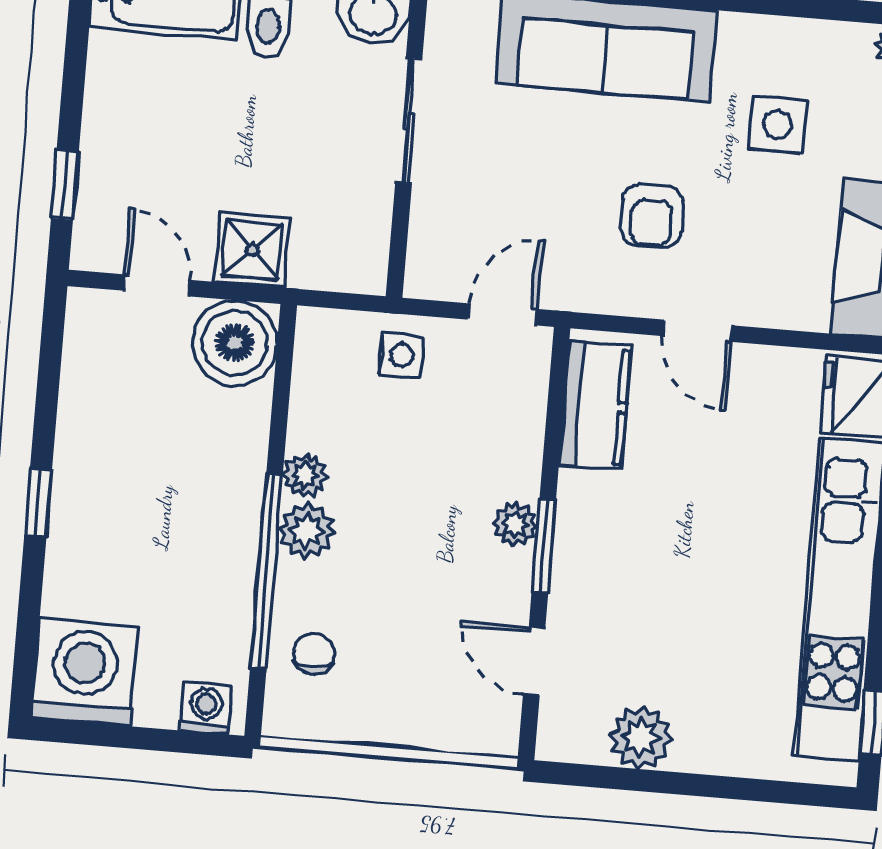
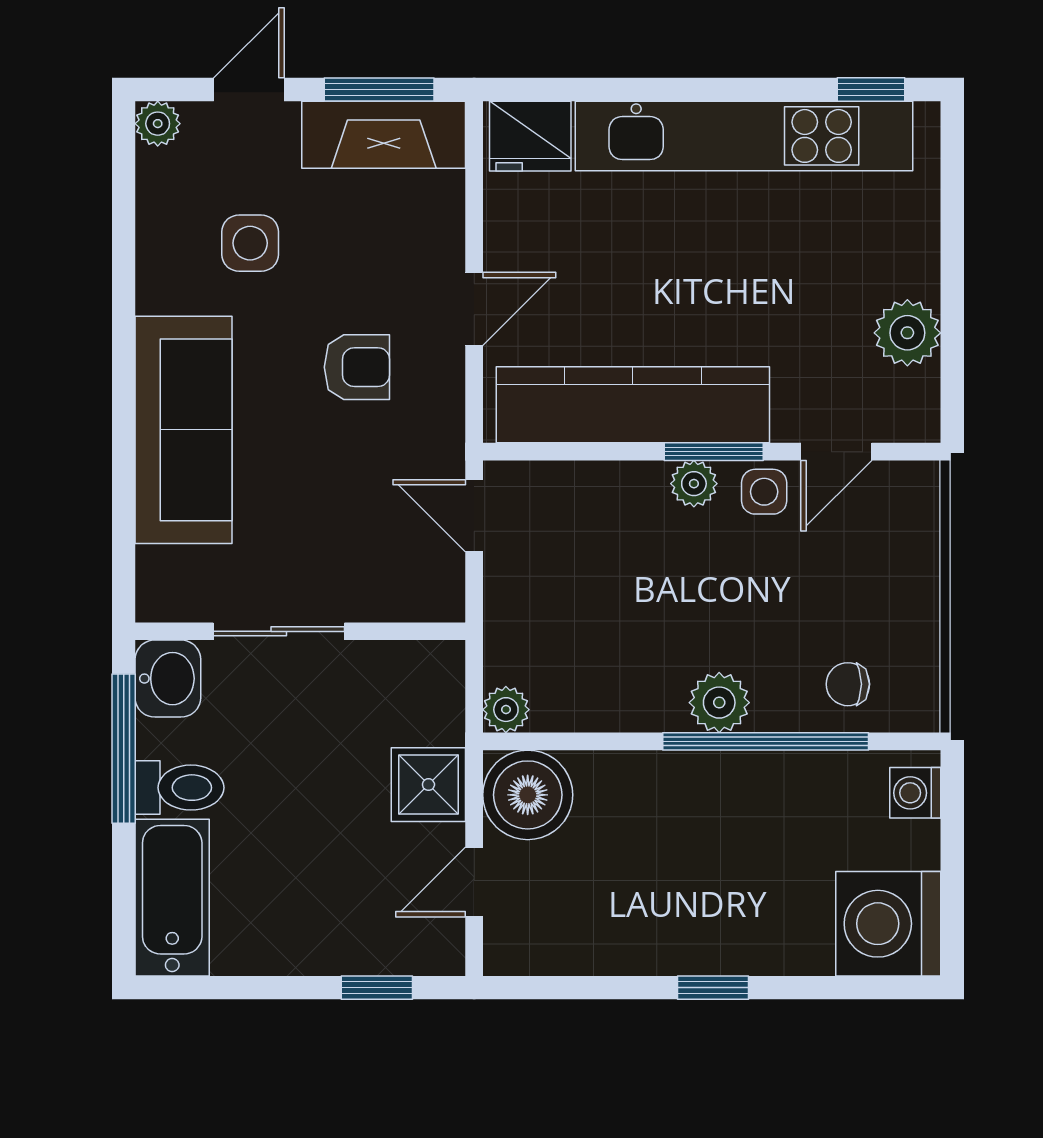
side table: (402, 355) -> (764, 492), moved
kitchen counter: (595, 406) -> (633, 405), width x2.08, depth x1.17
plant: (305, 476) -> (506, 710), moved

